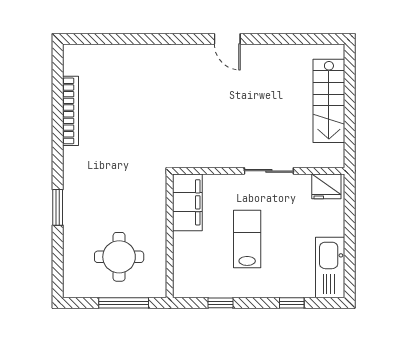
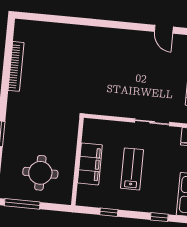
door: (227, 39) -> (164, 29), moved
filing cabinet: (187, 202) -> (90, 164), moved
window: (124, 303) -> (22, 204), moved

